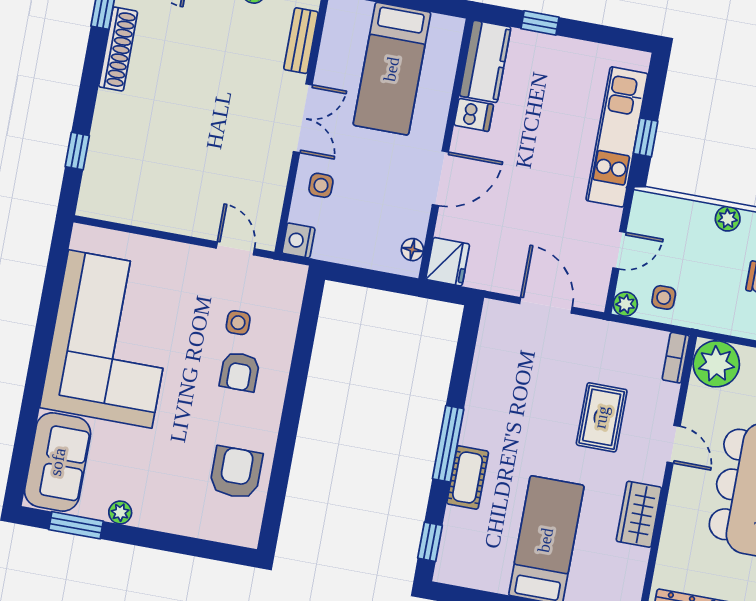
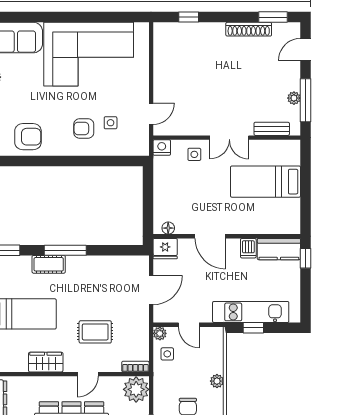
kitchen counter: (485, 61) -> (279, 249), moved
dishwasher: (474, 115) -> (248, 248), moved
wall: (446, 149) -> (227, 236), moved
door: (440, 178) -> (210, 236), moved
floor lamp: (412, 250) -> (168, 228), moved
fridge: (448, 262) -> (165, 249), moved

